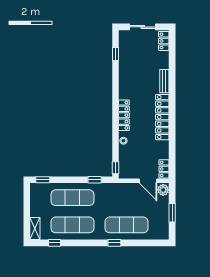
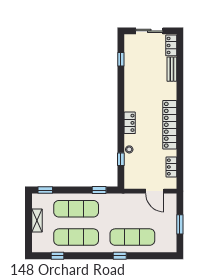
bench: (164, 81) -> (172, 69), moved
locker: (124, 115) -> (130, 123), width x0.66
window: (115, 168) -> (121, 159), moved
locker: (164, 169) -> (171, 167), moved
plant: (163, 190) -> (171, 201), removed
shelving: (35, 229) -> (37, 221), moved

